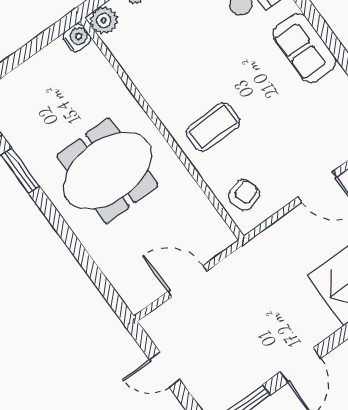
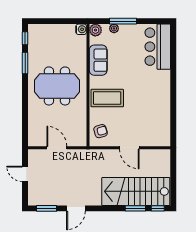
sofa: (304, 48) -> (98, 60), moved, turned 180
coffee table: (213, 127) -> (107, 98), width x1.36, depth x1.32

